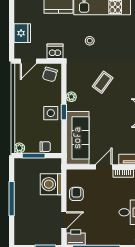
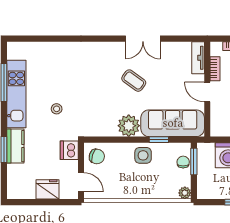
coffee table: (103, 82) -> (134, 81), moved
plant: (71, 97) -> (129, 126), width x1.88, depth x1.88
window: (64, 112) -> (159, 140), moved
window: (34, 156) -> (194, 162), moved

